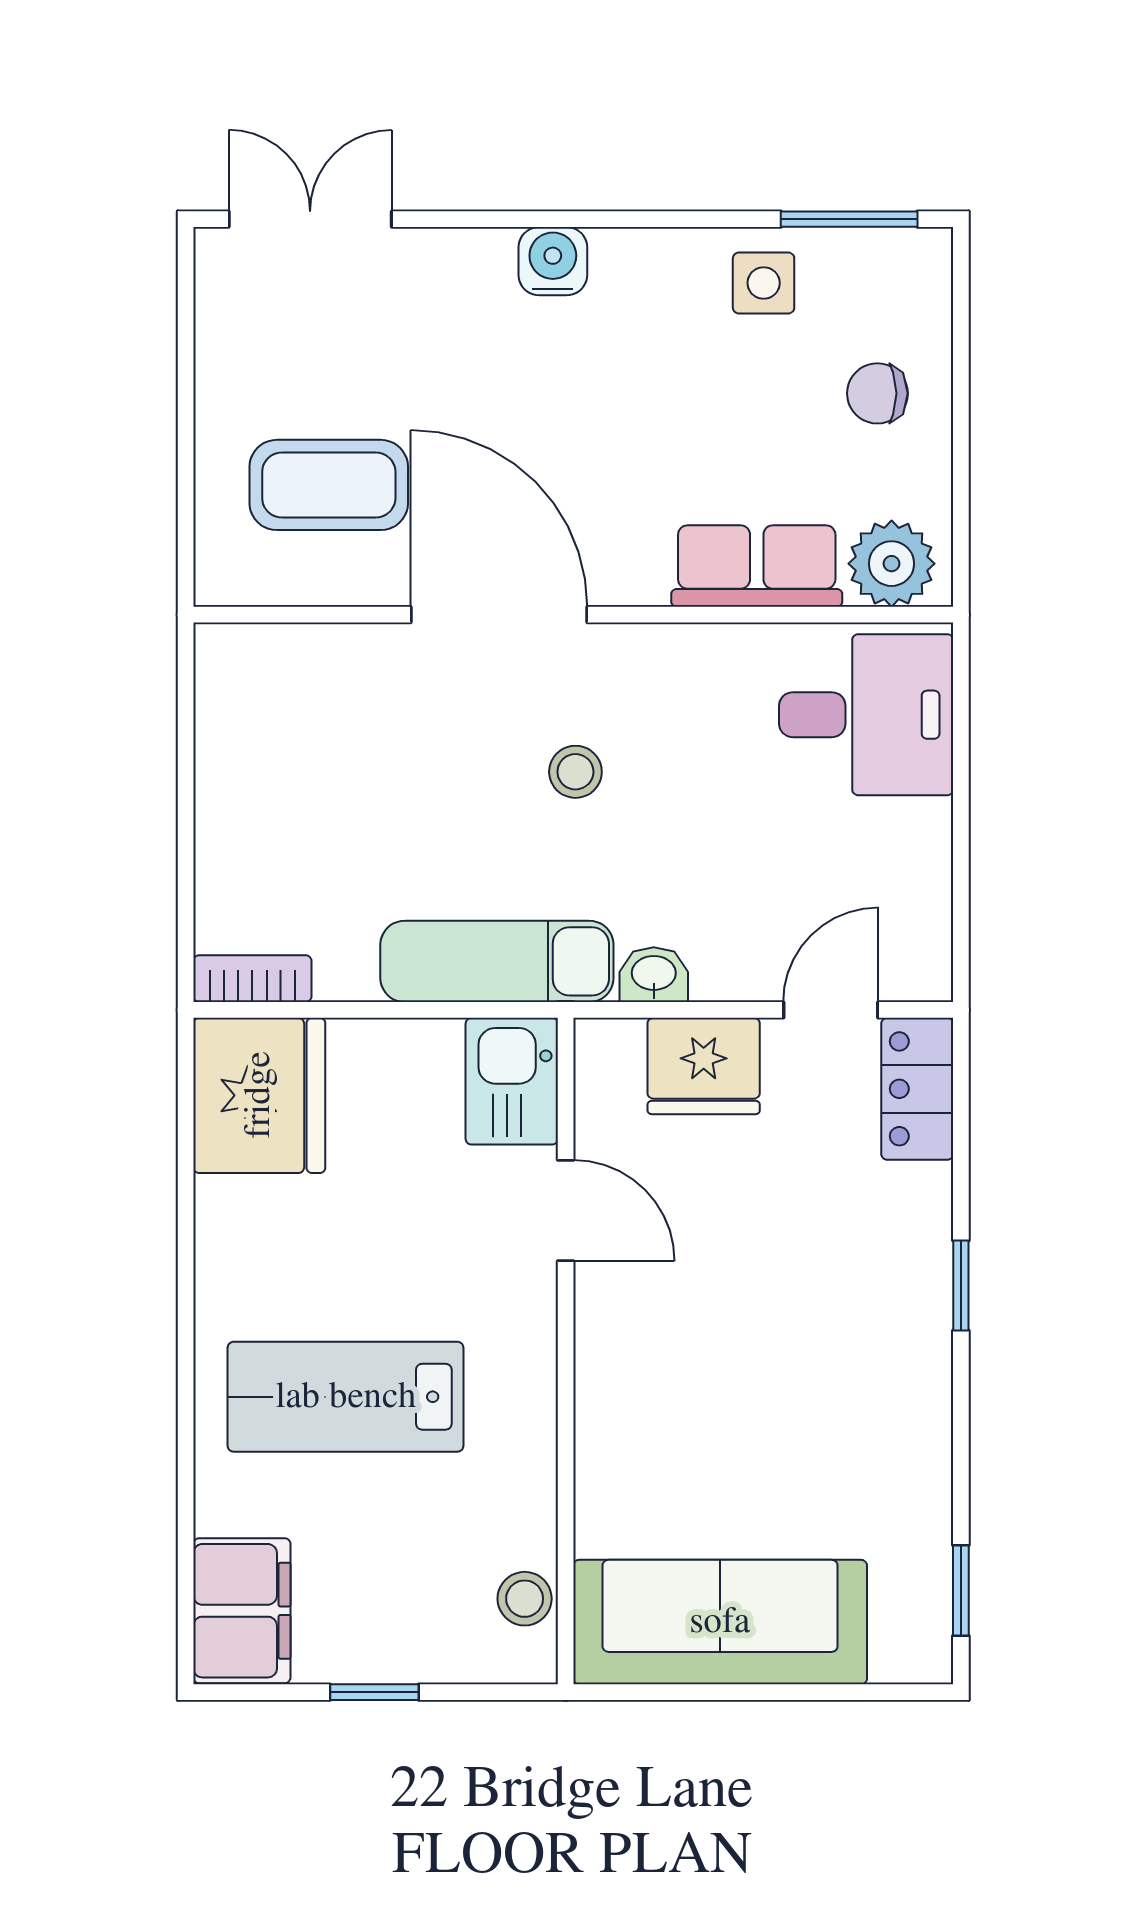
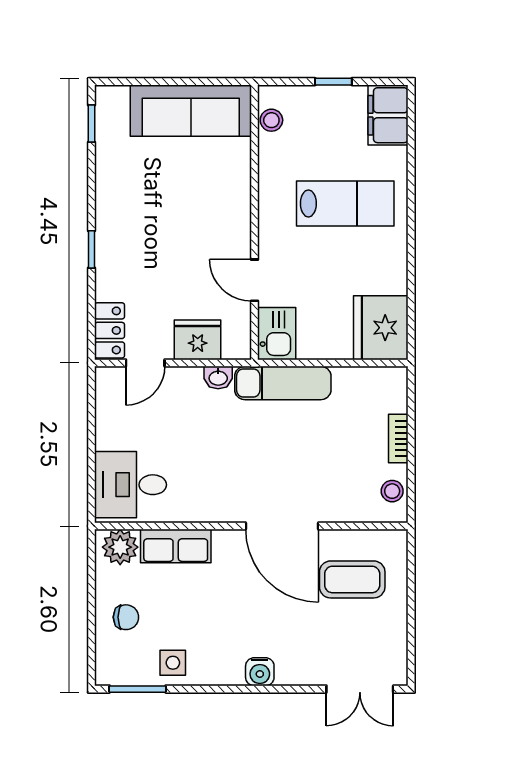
stool: (575, 772) -> (392, 491), moved
bookcase: (252, 979) -> (398, 439), moved, turned 90

